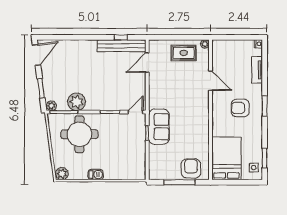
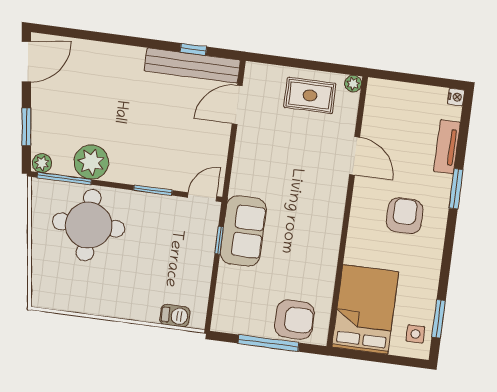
window: (265, 106) -> (456, 189), moved
armchair: (240, 108) -> (405, 216), turned 90
armchair: (191, 168) -> (294, 320), turned 90
plant: (62, 174) -> (45, 297), removed
barbecue: (96, 175) -> (175, 316), moved

